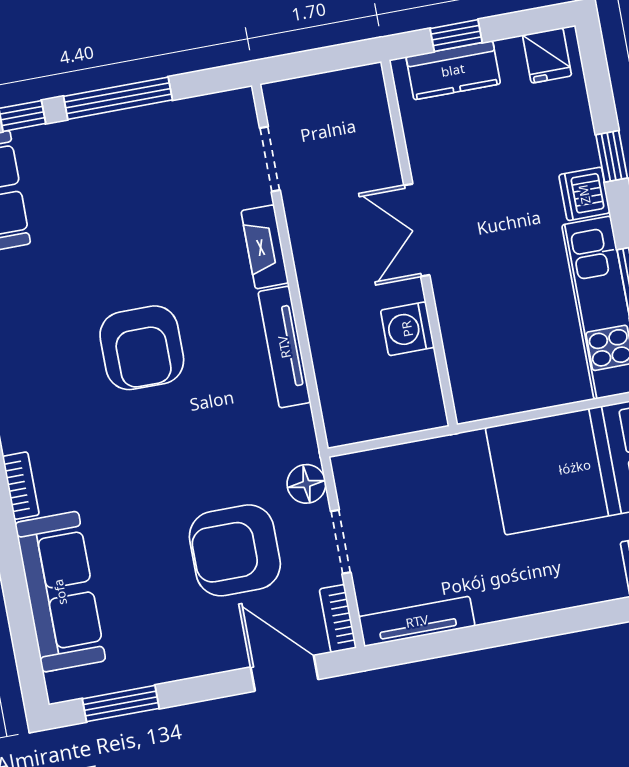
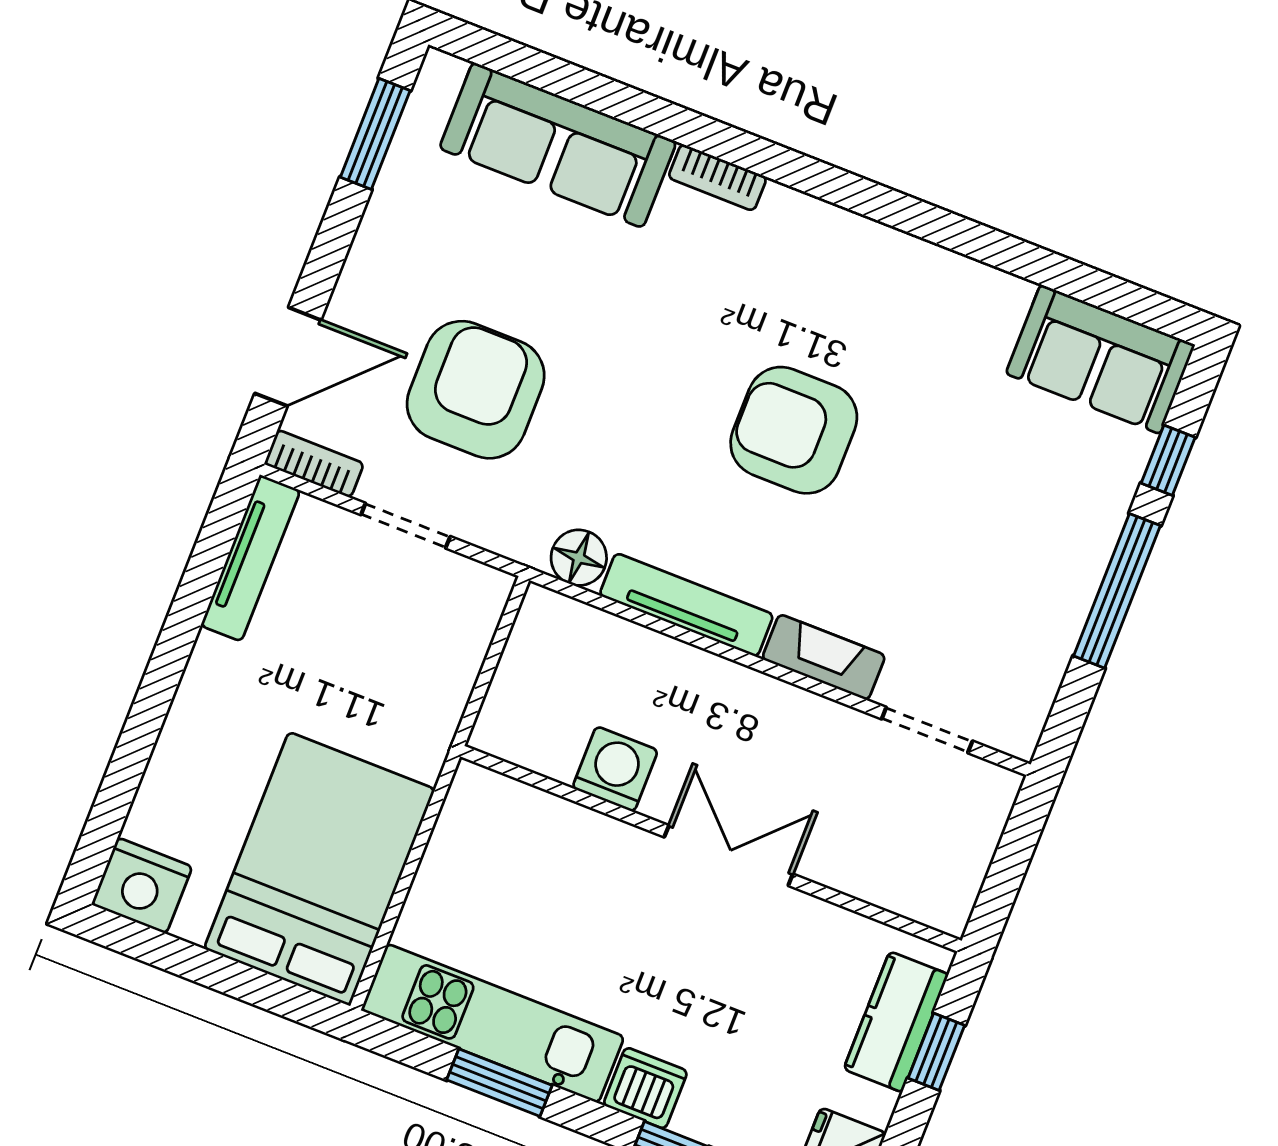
floor lamp: (306, 484) -> (579, 558), moved

